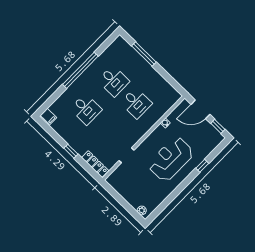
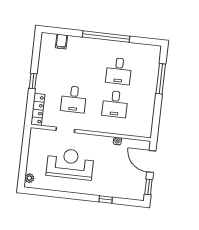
desk: (86, 109) -> (74, 99), moved
filing cabinet: (48, 116) -> (61, 42), moved
reception desk: (171, 159) -> (70, 164), moved

